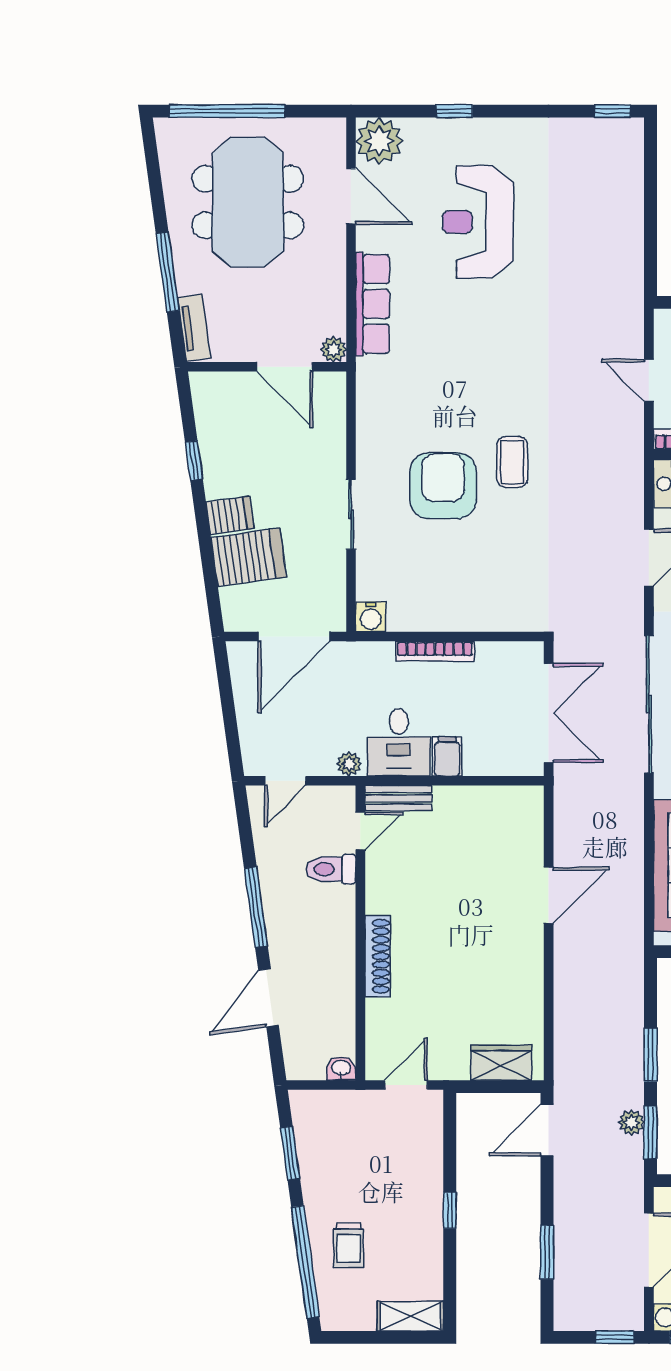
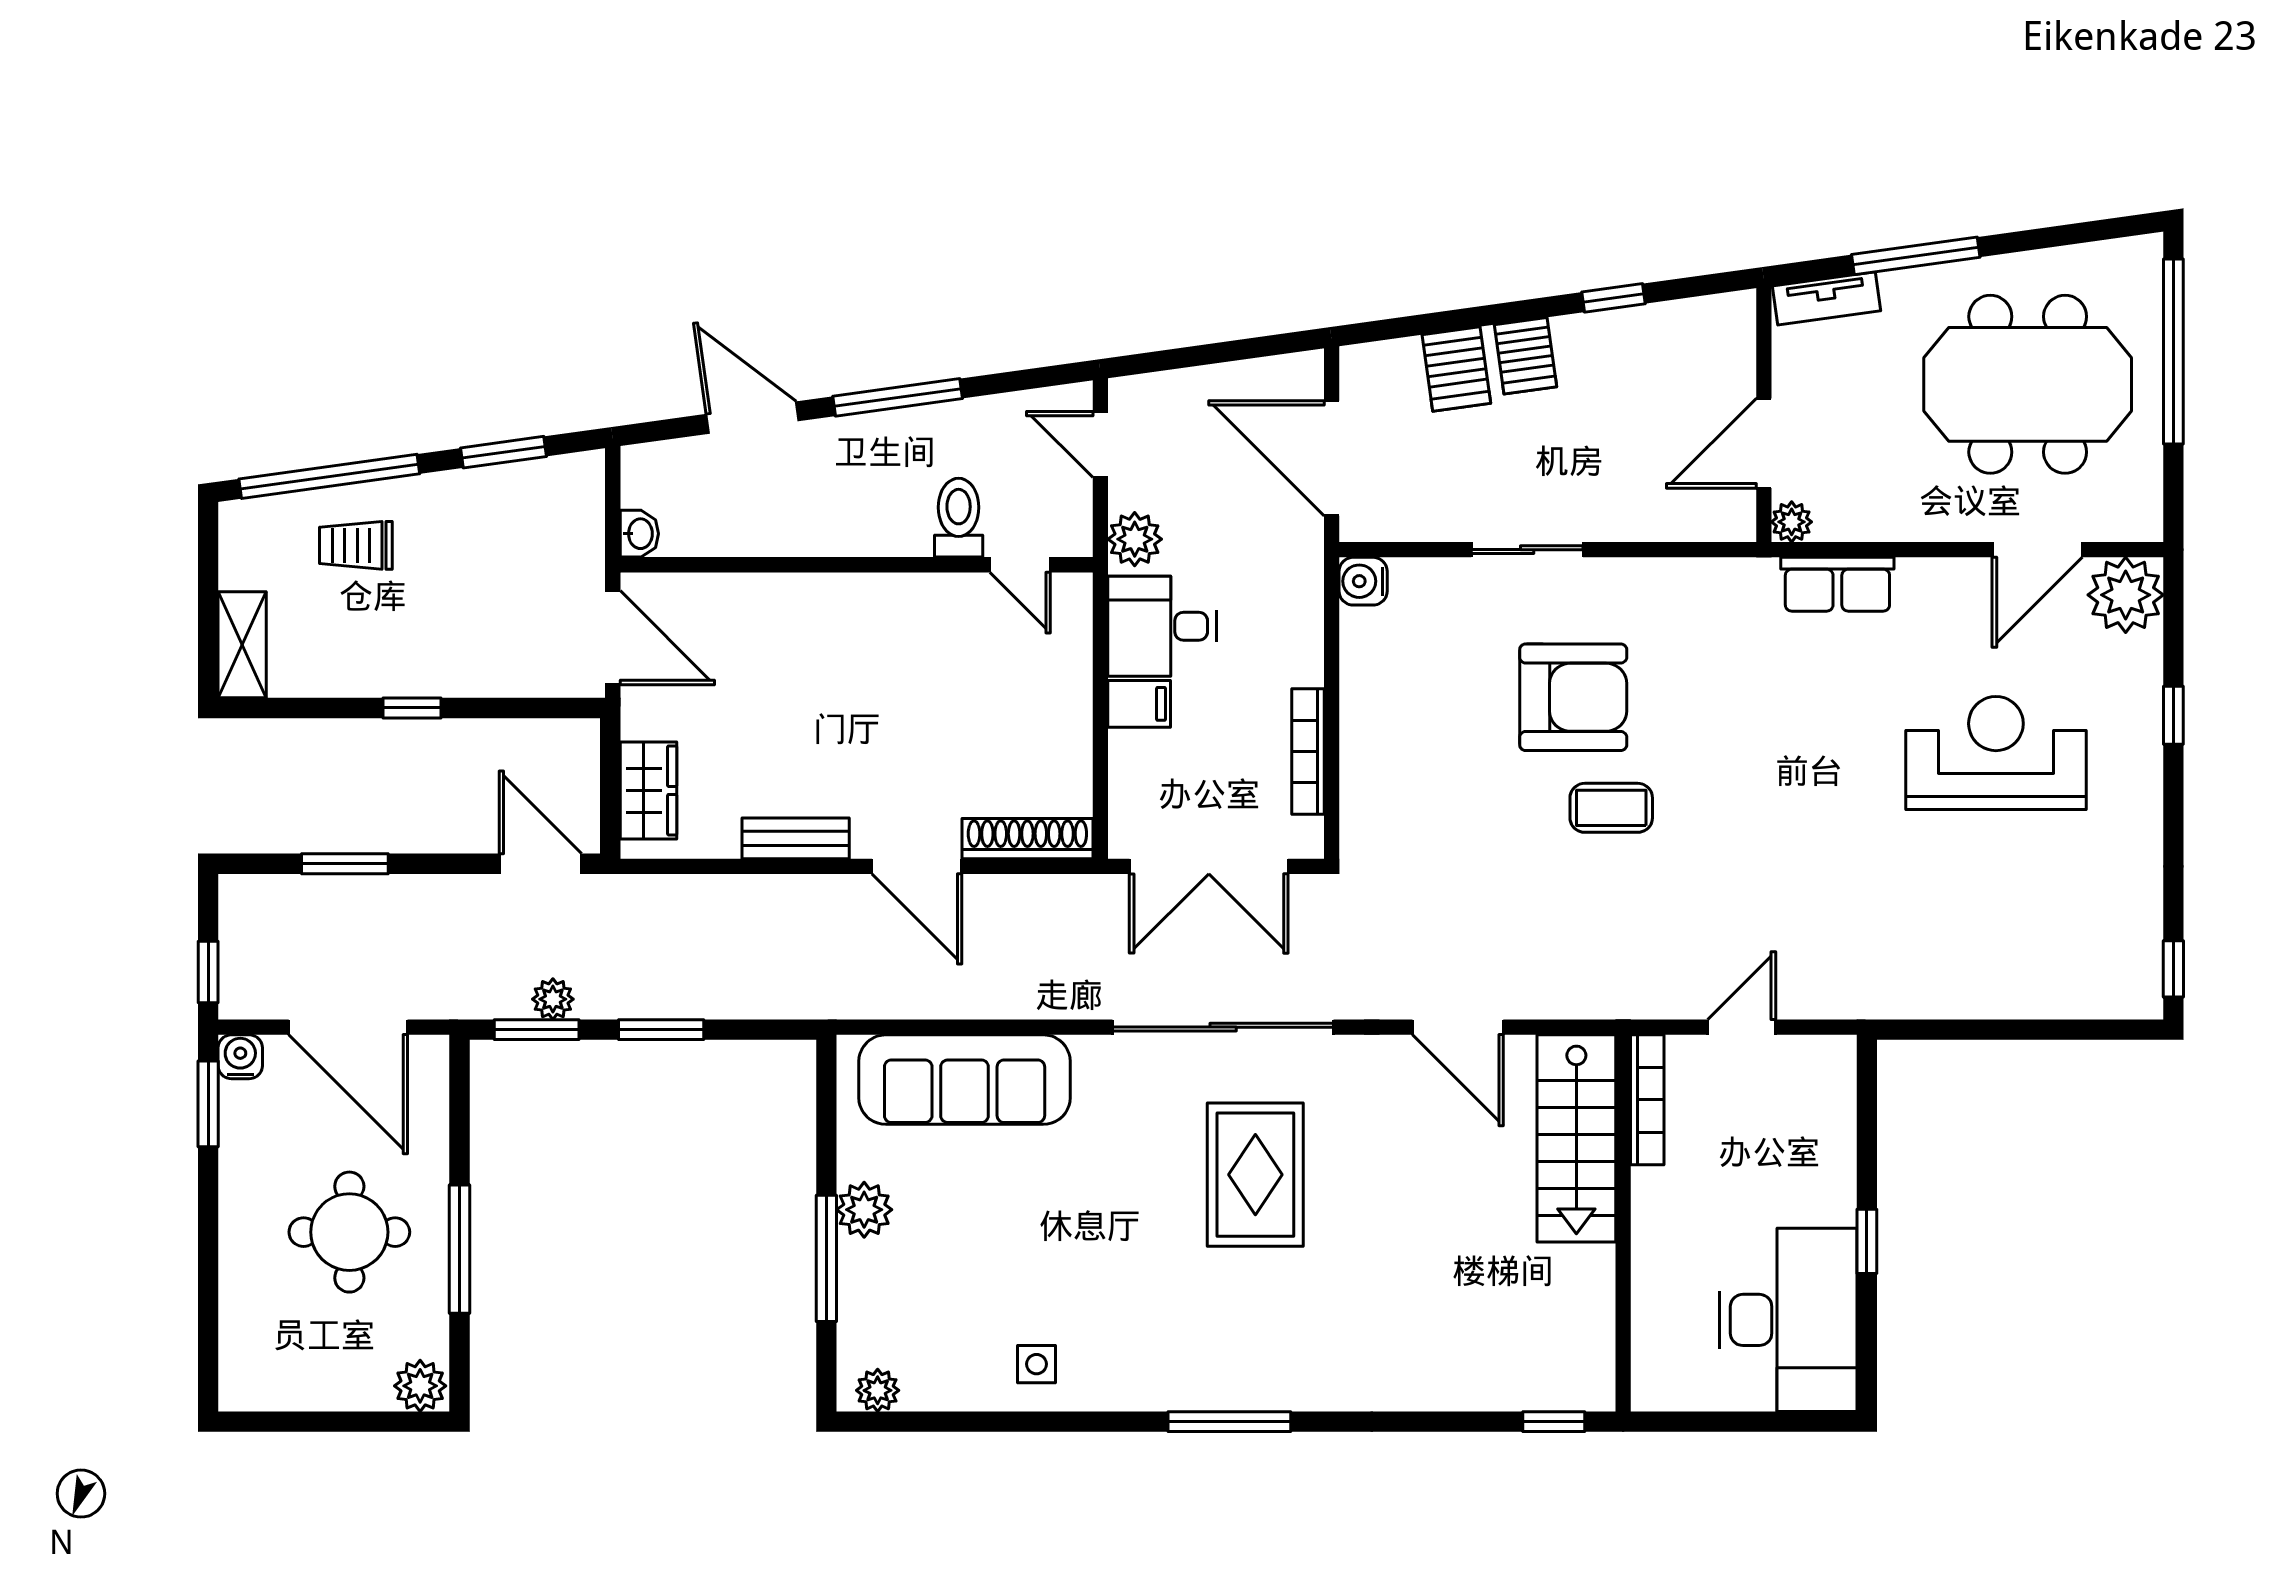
row of seats: (373, 304) -> (1837, 584), width x0.68
server rack: (249, 557) -> (1456, 369), width x0.73, depth x0.70
bookcase: (435, 651) -> (1308, 752), moved
plant: (349, 764) -> (1135, 539), width x1.38, depth x1.38
bench: (398, 798) -> (796, 838), moved, turned 90
shoe rack: (378, 956) -> (1027, 839), moved, turned 180
door: (406, 1085) -> (613, 638), width x1.38

